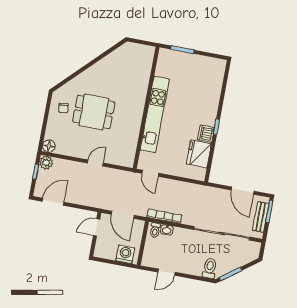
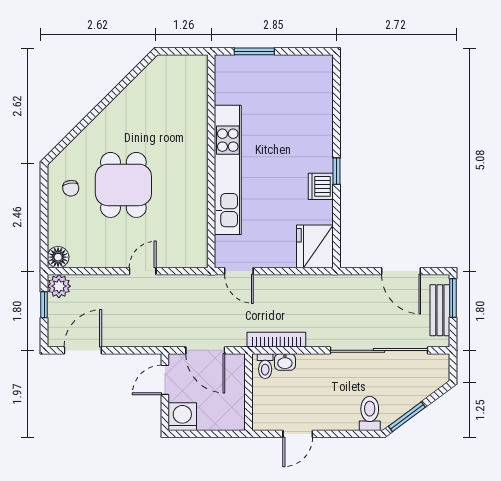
dining table: (94, 112) -> (123, 185), turned 90
fridge: (199, 154) -> (315, 246), moved
washing machine: (125, 254) -> (182, 417), moved

